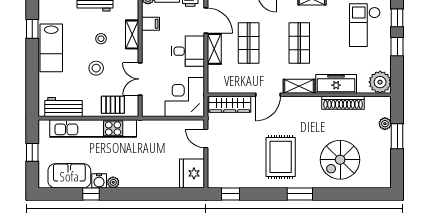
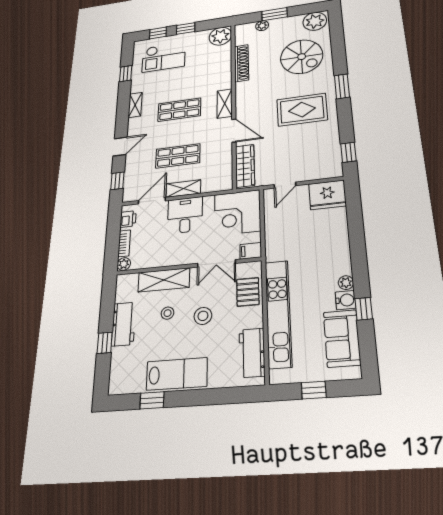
filing cabinet: (151, 24) -> (251, 251), moved, turned -90
shelving: (132, 34) -> (164, 280), width x1.50, depth x1.33
freezer: (336, 84) -> (222, 72), removed
plant: (380, 174) -> (315, 21), added

